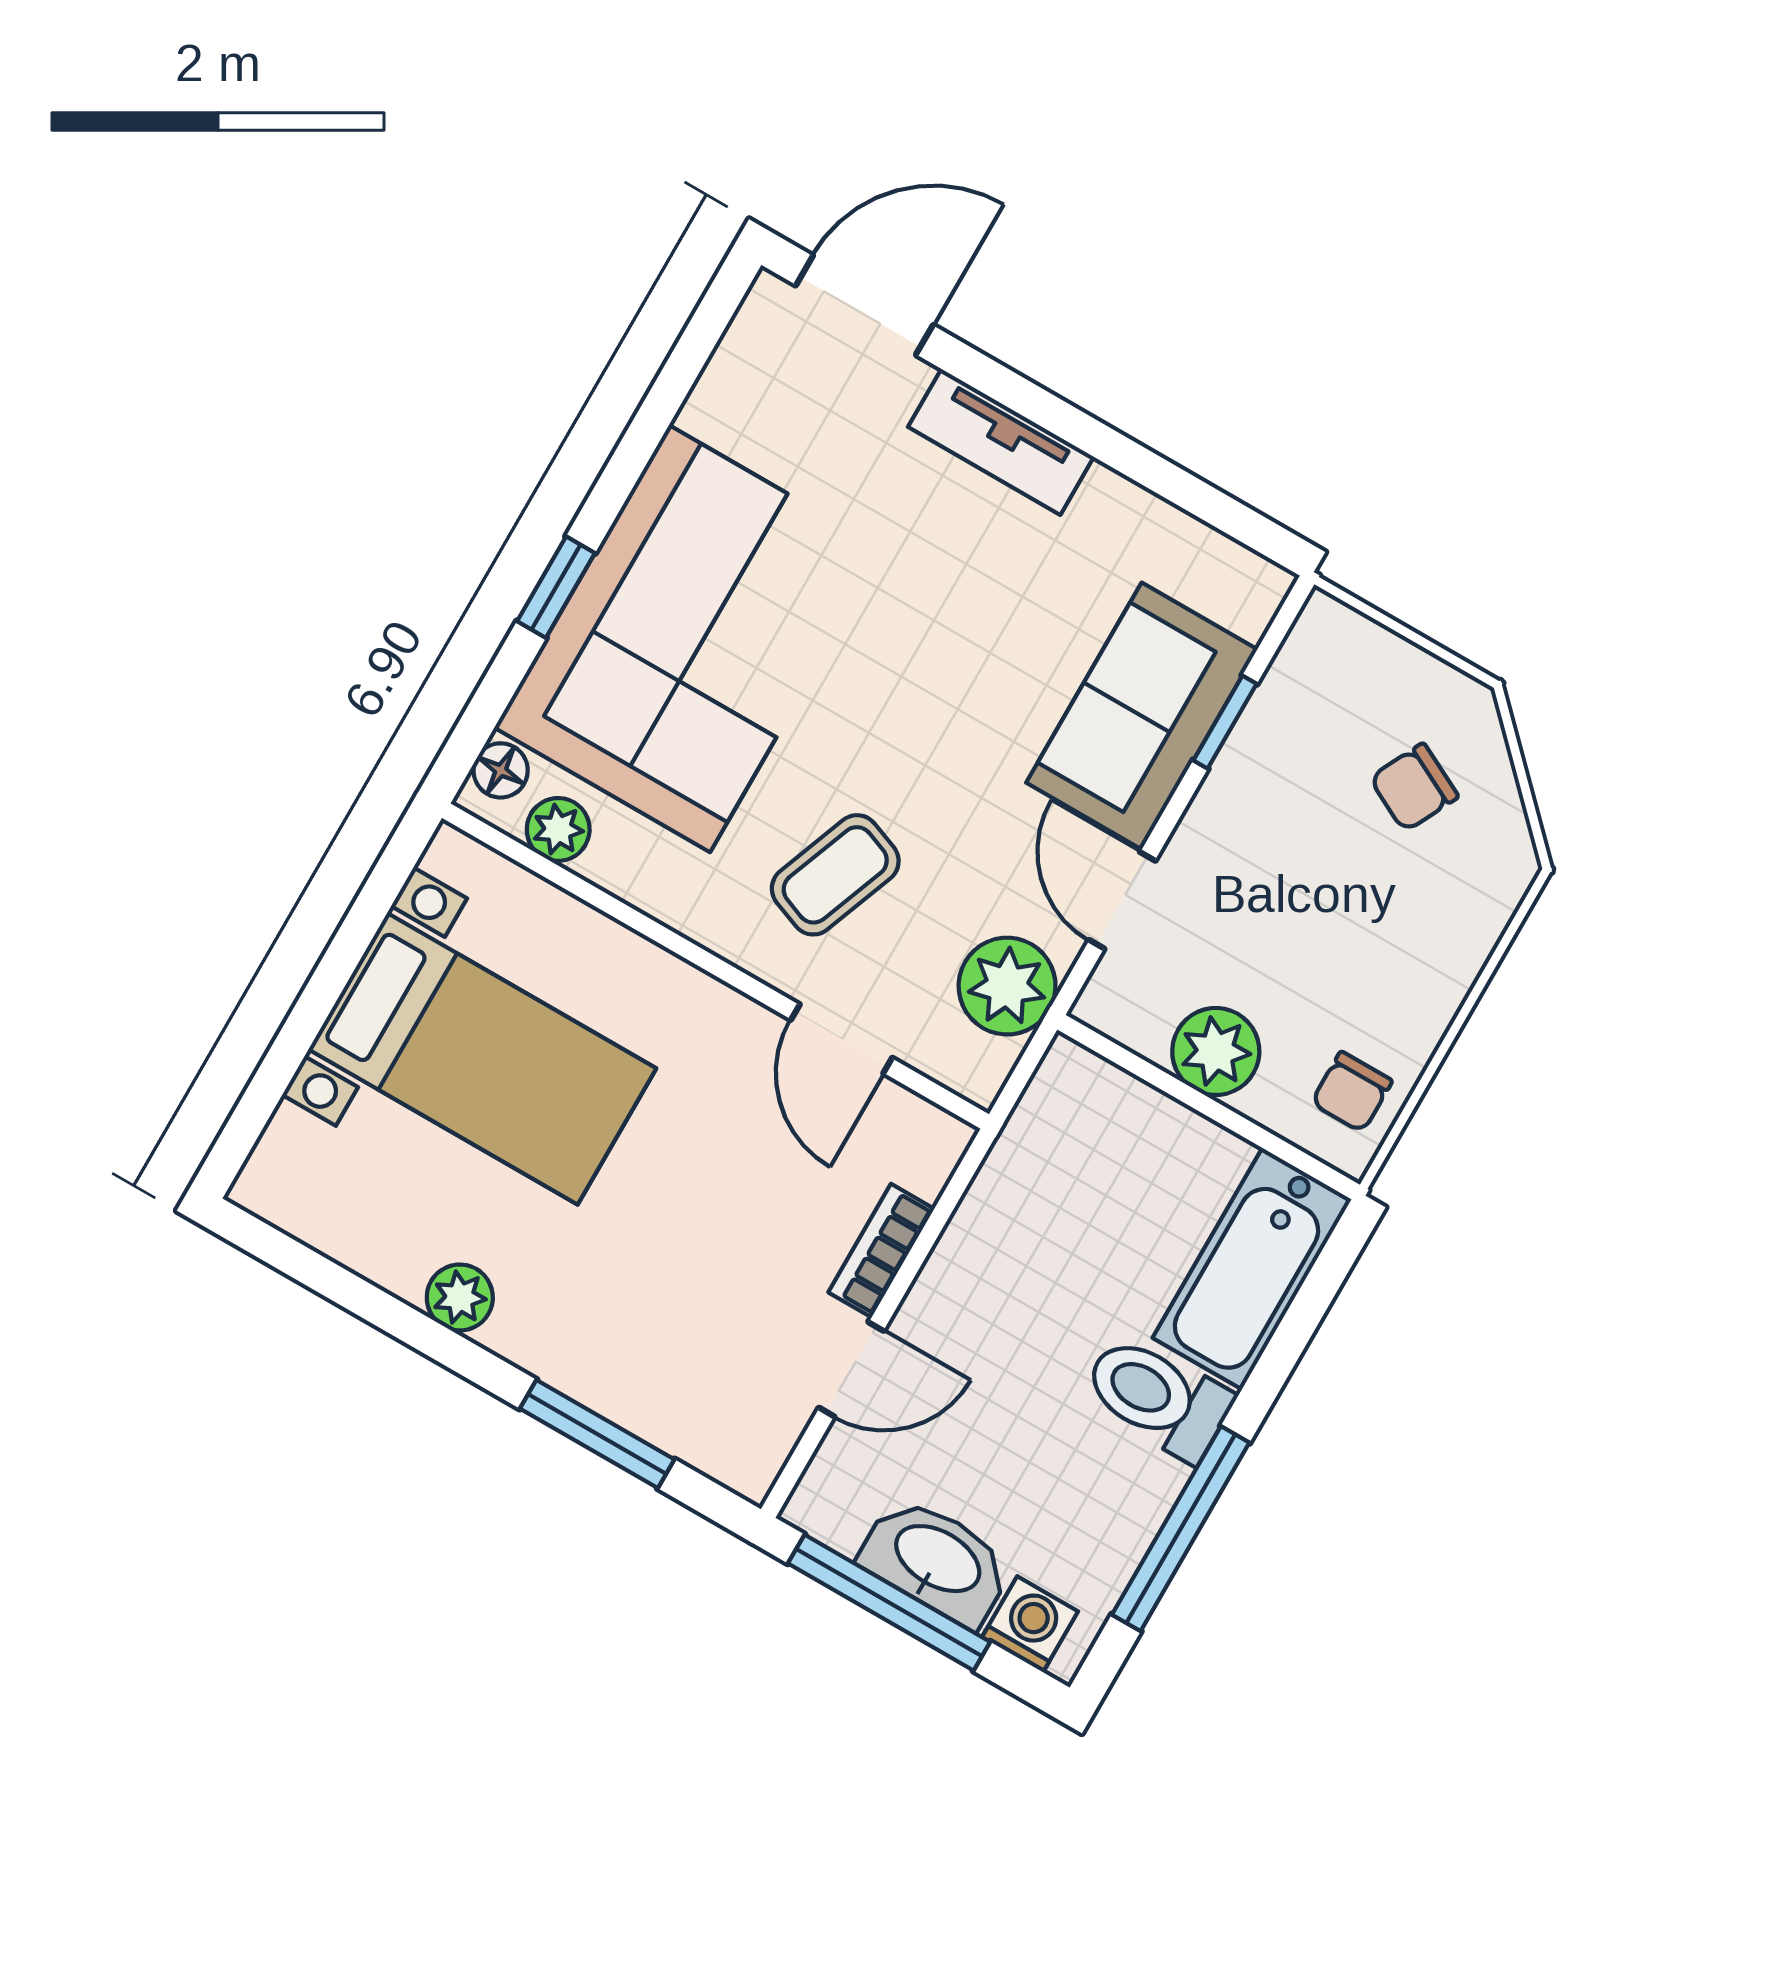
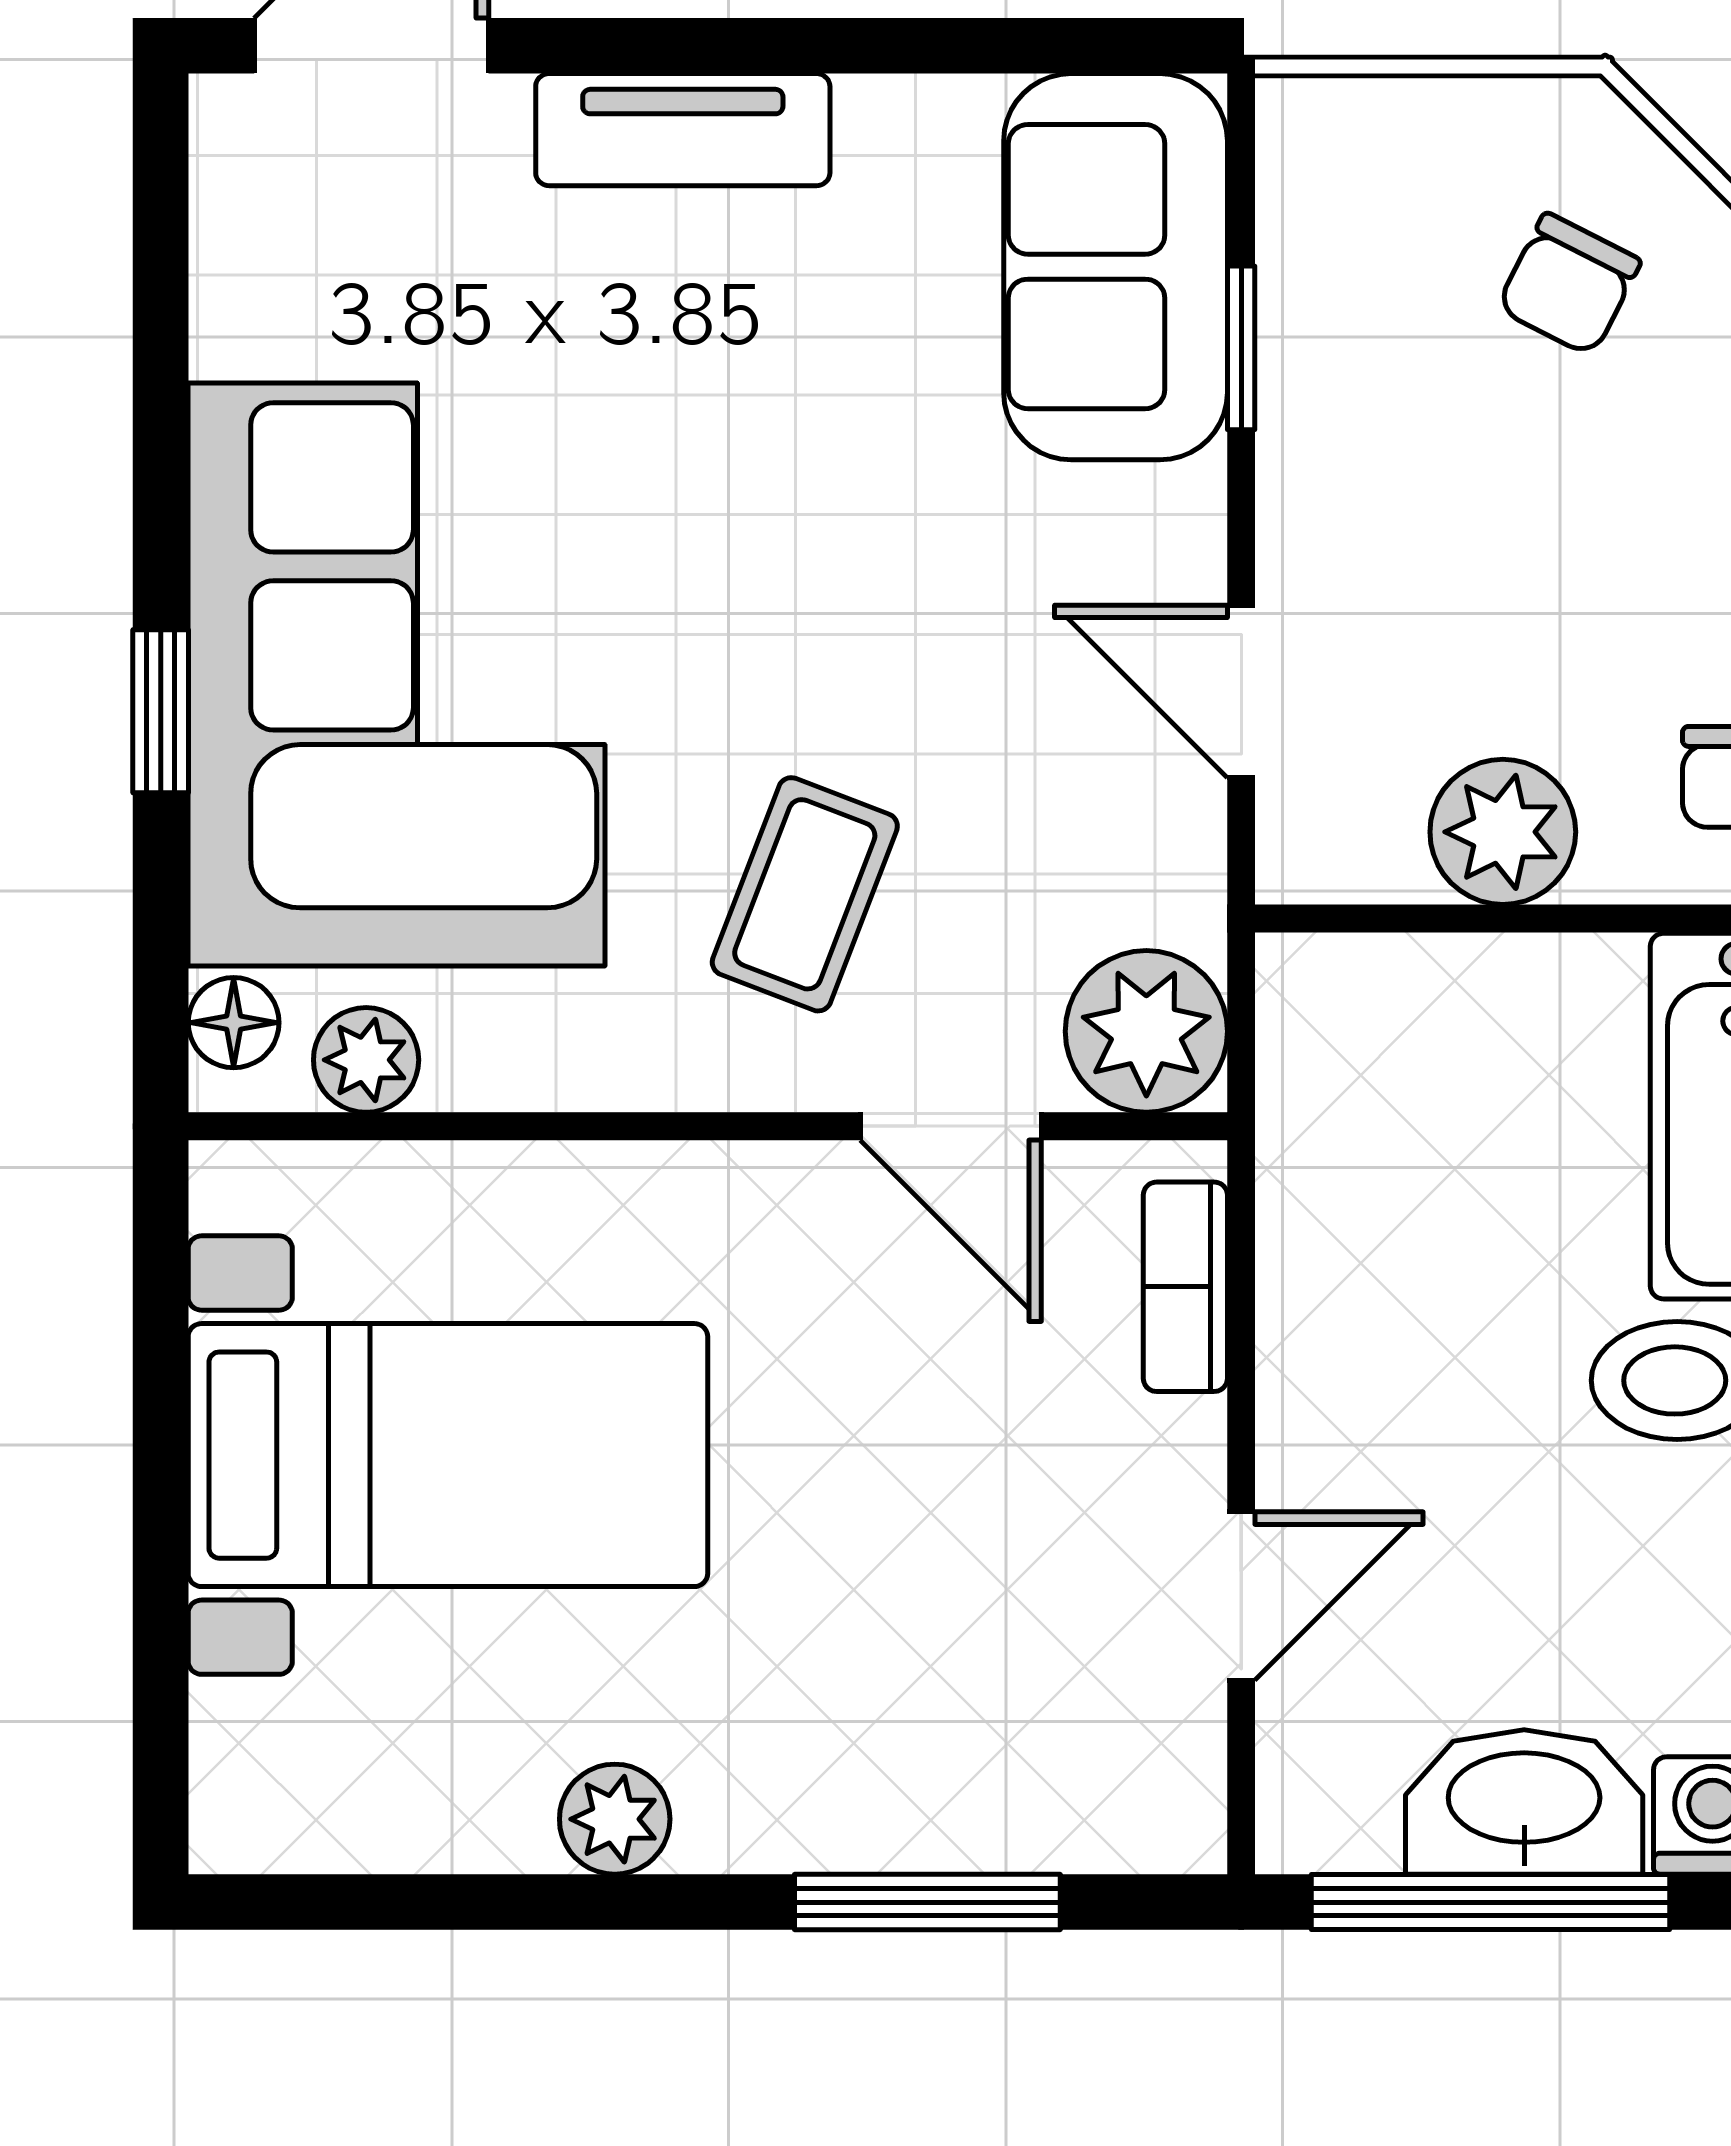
sofa: (1142, 716) -> (1116, 267), moved
plant: (1007, 986) -> (1146, 1031), moved
bookcase: (881, 1251) -> (1185, 1287), moved

